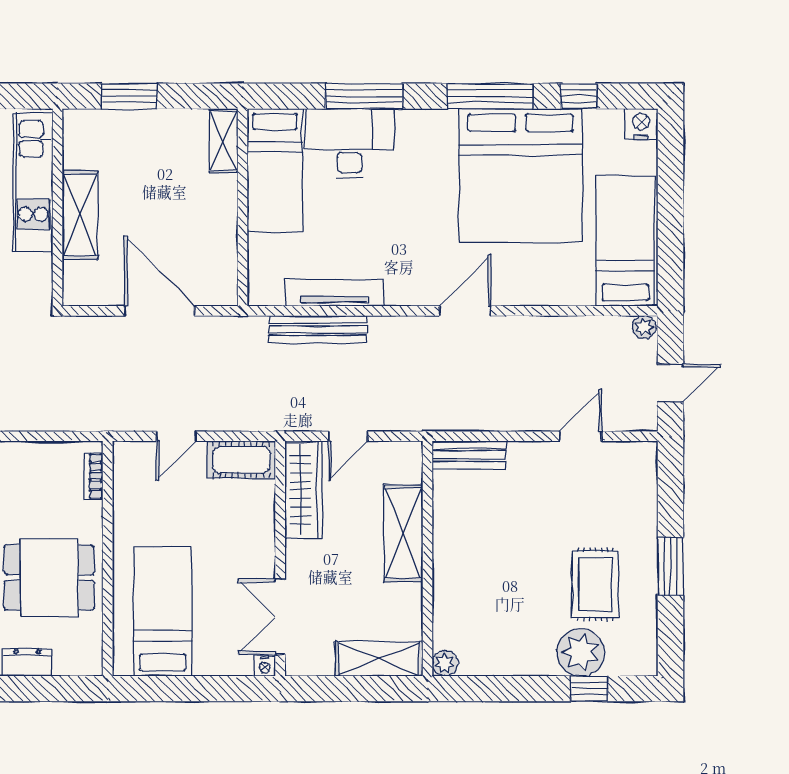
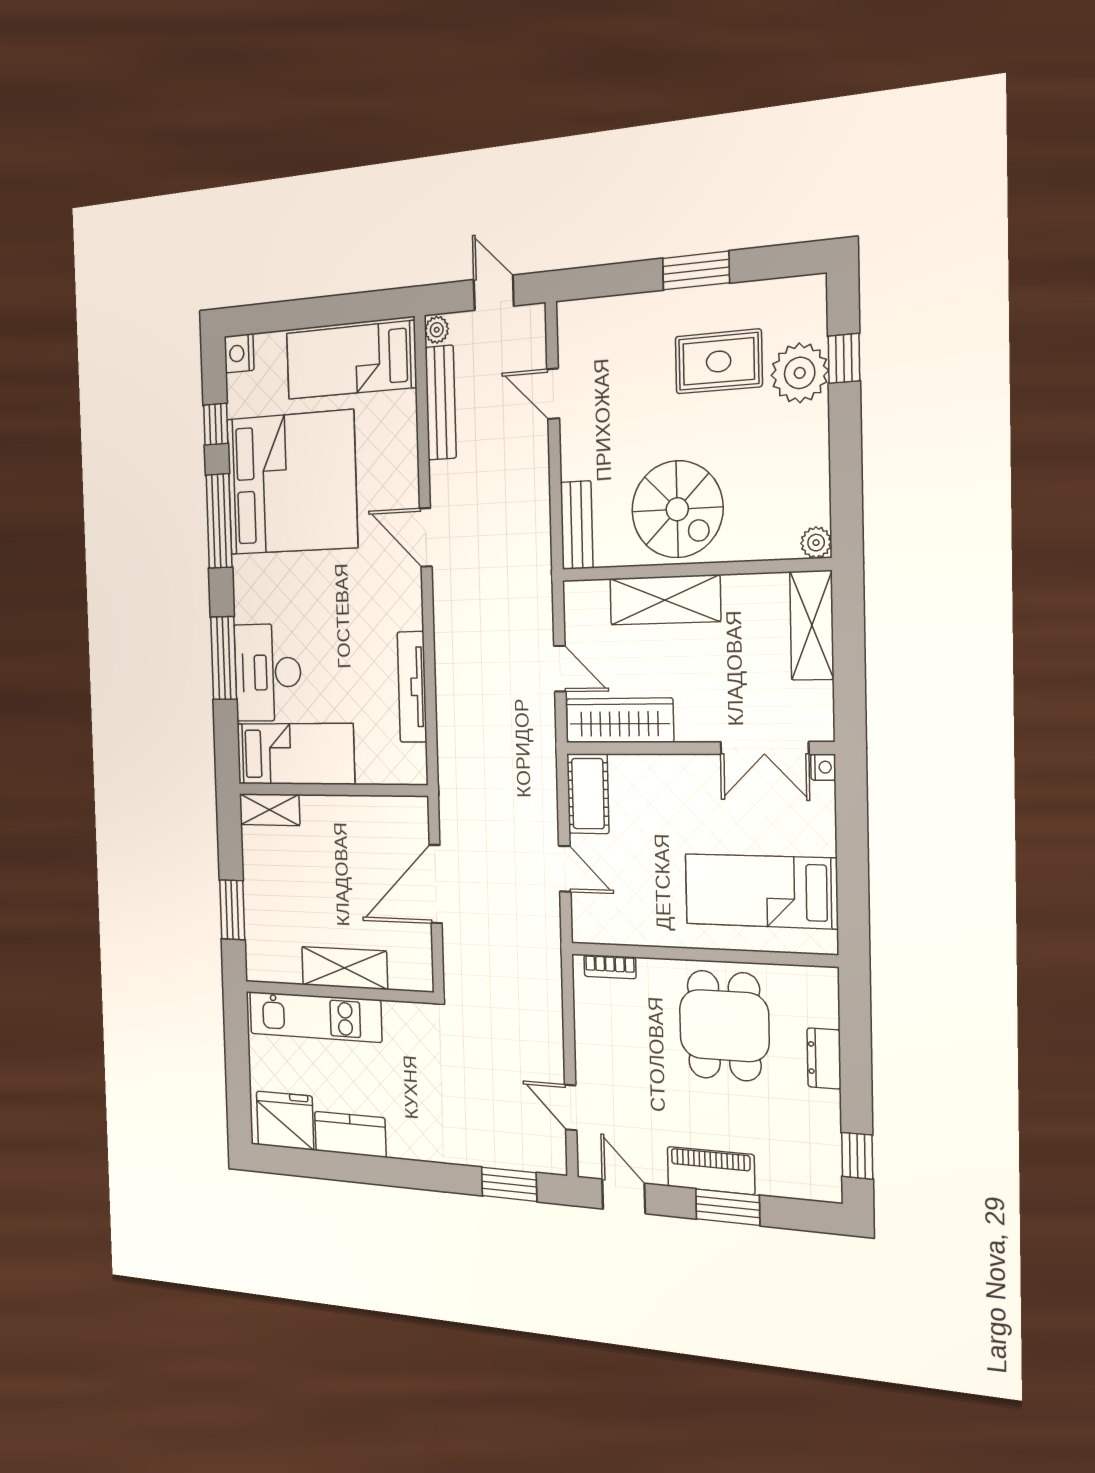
bench: (318, 329) -> (441, 403), moved
spiral stairs: (478, 546) -> (677, 509), added

